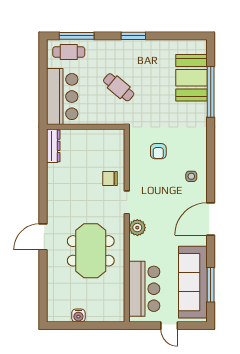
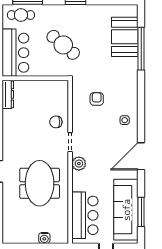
cafe table: (119, 87) -> (63, 45), width x1.37, depth x1.35
armchair: (158, 151) -> (97, 99), turned 180
water cooler: (78, 316) -> (44, 238), moved

